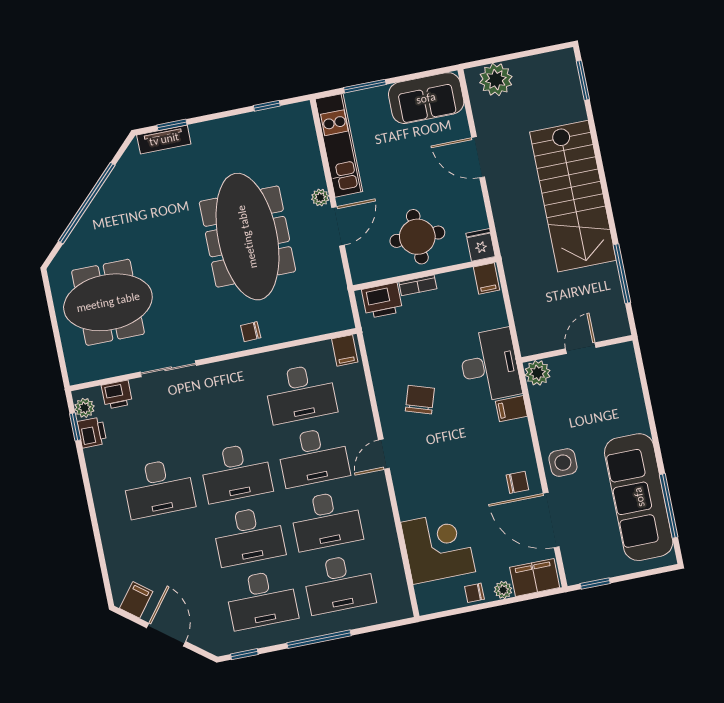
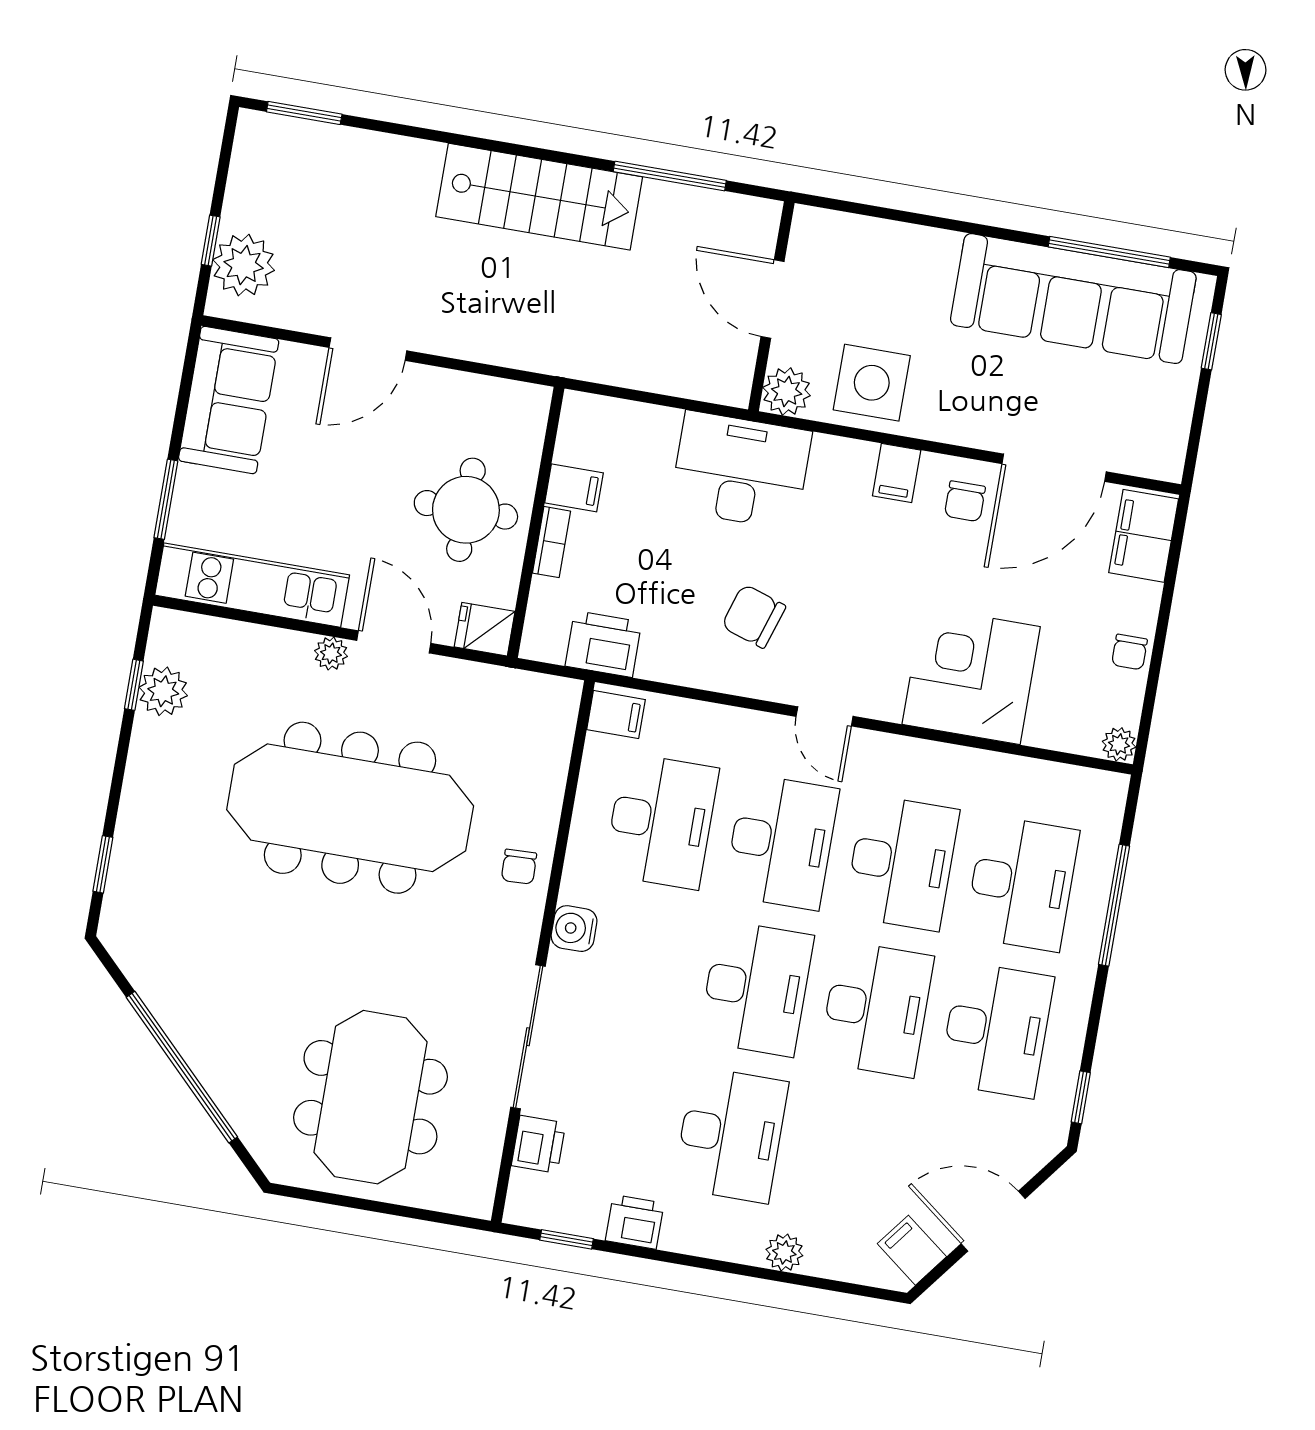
window: (502, 58) -> (211, 241), added
plant: (269, 122) -> (163, 691), added
tv unit: (164, 139) -> (123, 888), removed
stairs: (573, 196) -> (539, 197), width x0.73, depth x0.66
fridge: (481, 245) -> (485, 629), moved
filing cabinet: (486, 279) -> (574, 488), moved
printer: (382, 301) -> (603, 644), moved, turned -90
door: (581, 348) -> (773, 299), width x1.38
sliding door: (168, 369) -> (528, 1037), width x1.37
water cooler: (231, 371) -> (574, 929), added
plant: (84, 408) -> (784, 1252), moved
filing cabinet: (511, 409) -> (897, 473), moved
printer: (92, 432) -> (635, 1222), moved
side table: (563, 463) -> (872, 383), moved, width x1.37, depth x1.37
chair: (517, 482) -> (965, 501), turned 180
corner desk: (438, 547) -> (971, 675), moved
window: (595, 583) -> (1211, 341), moved
plant: (503, 590) -> (1119, 744), moved
window: (319, 639) -> (1114, 905), moved

